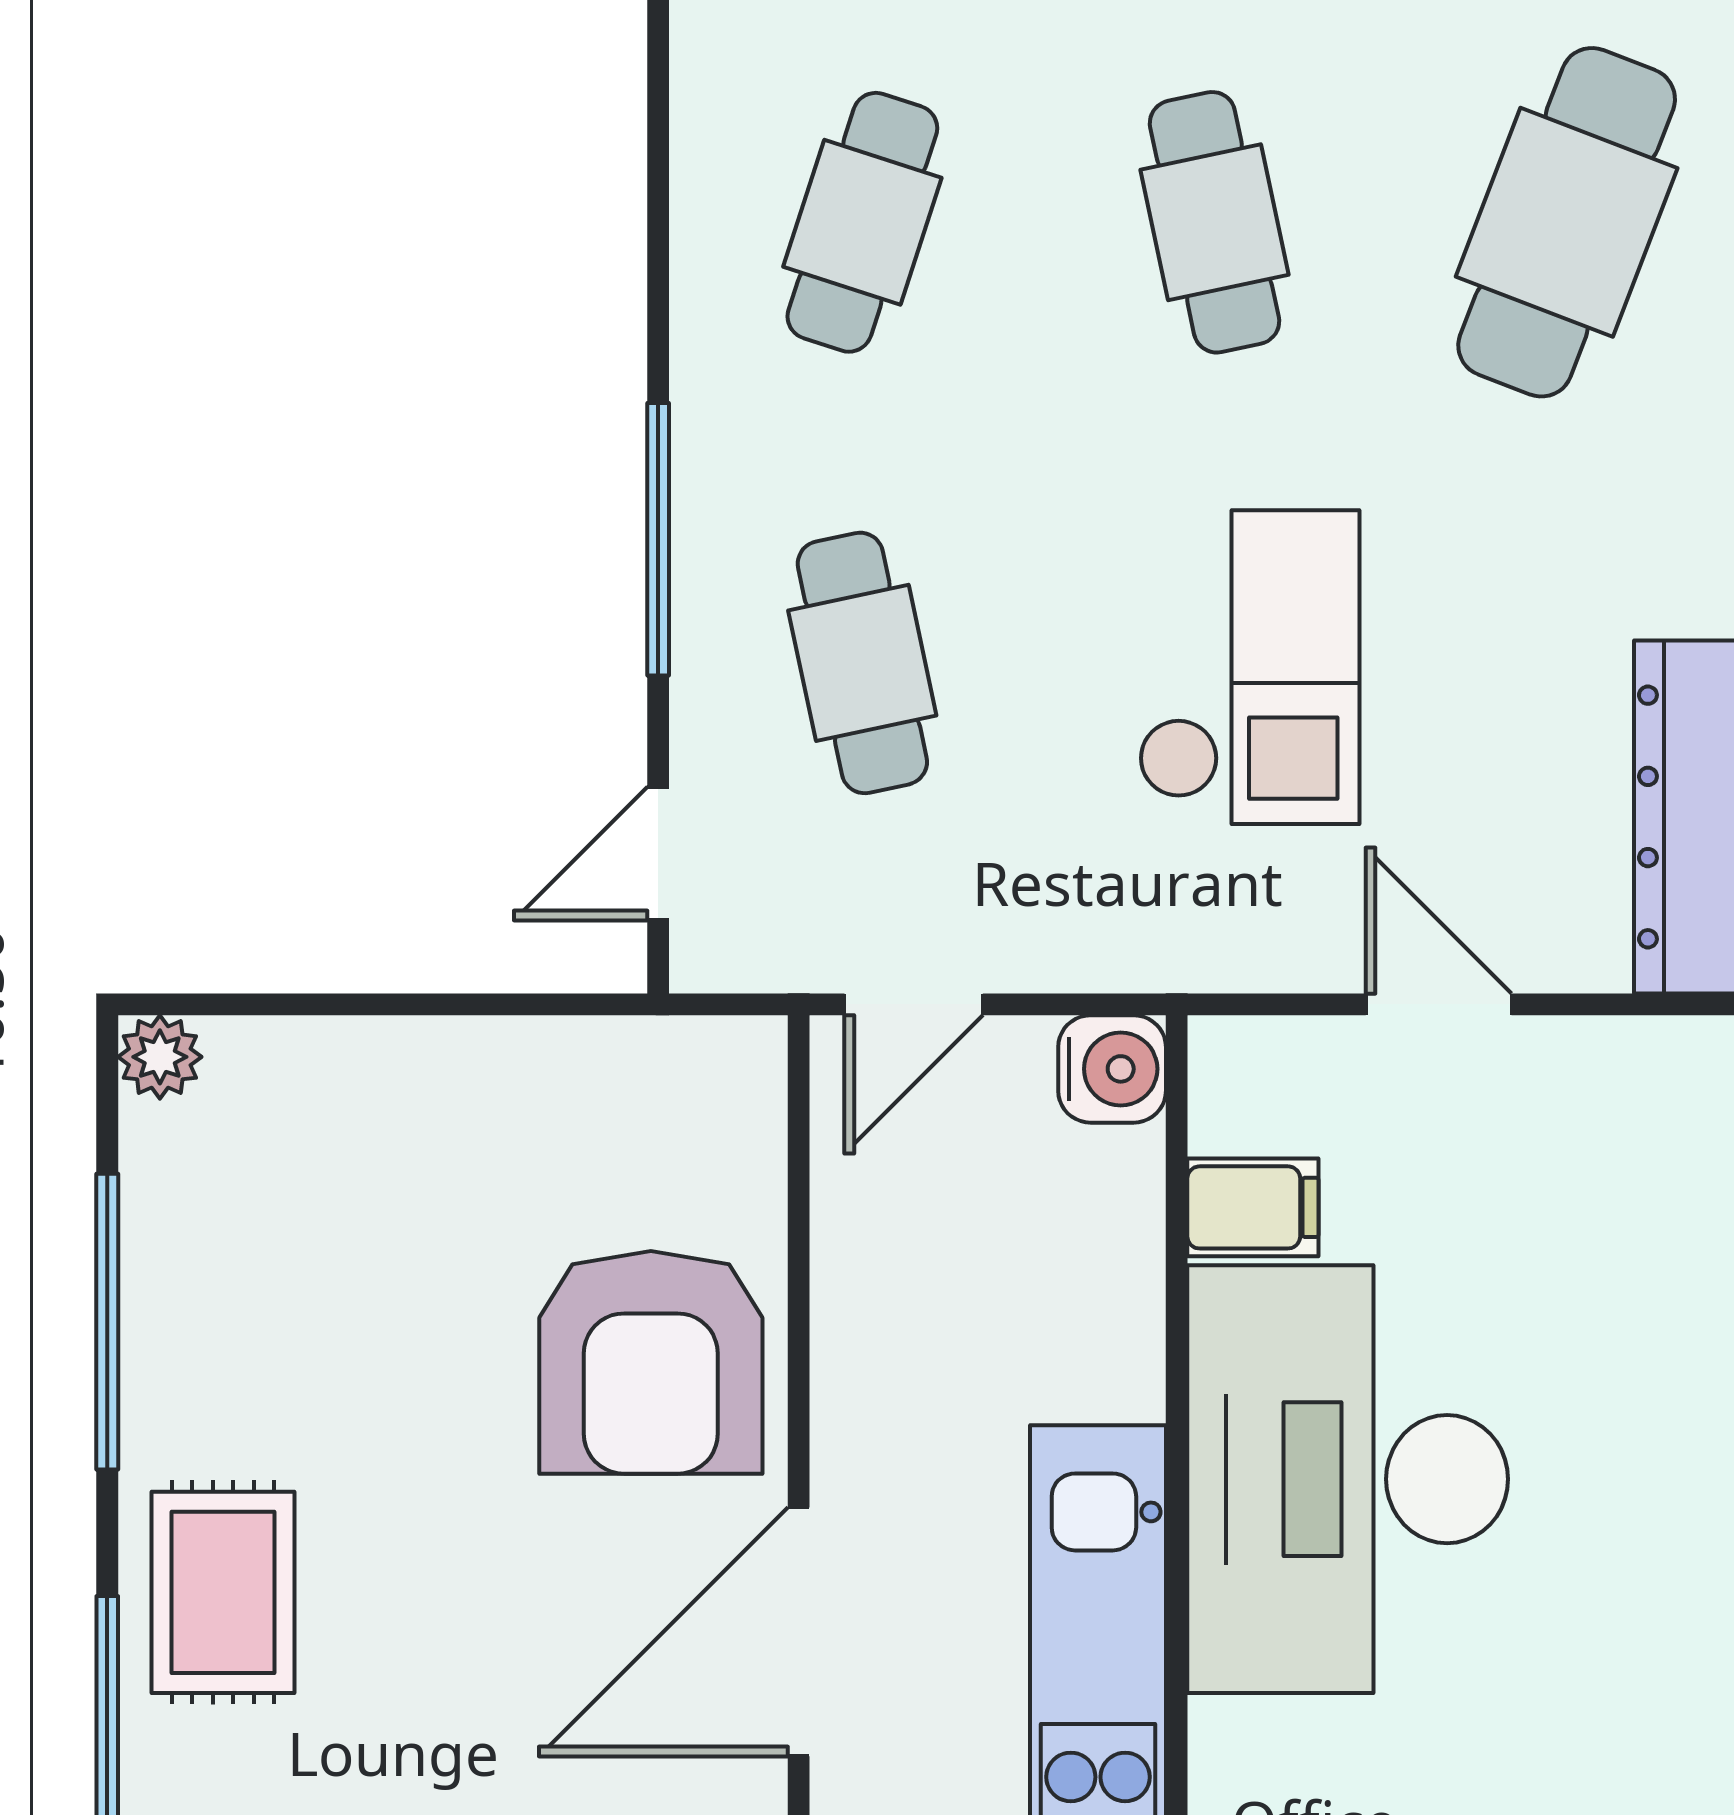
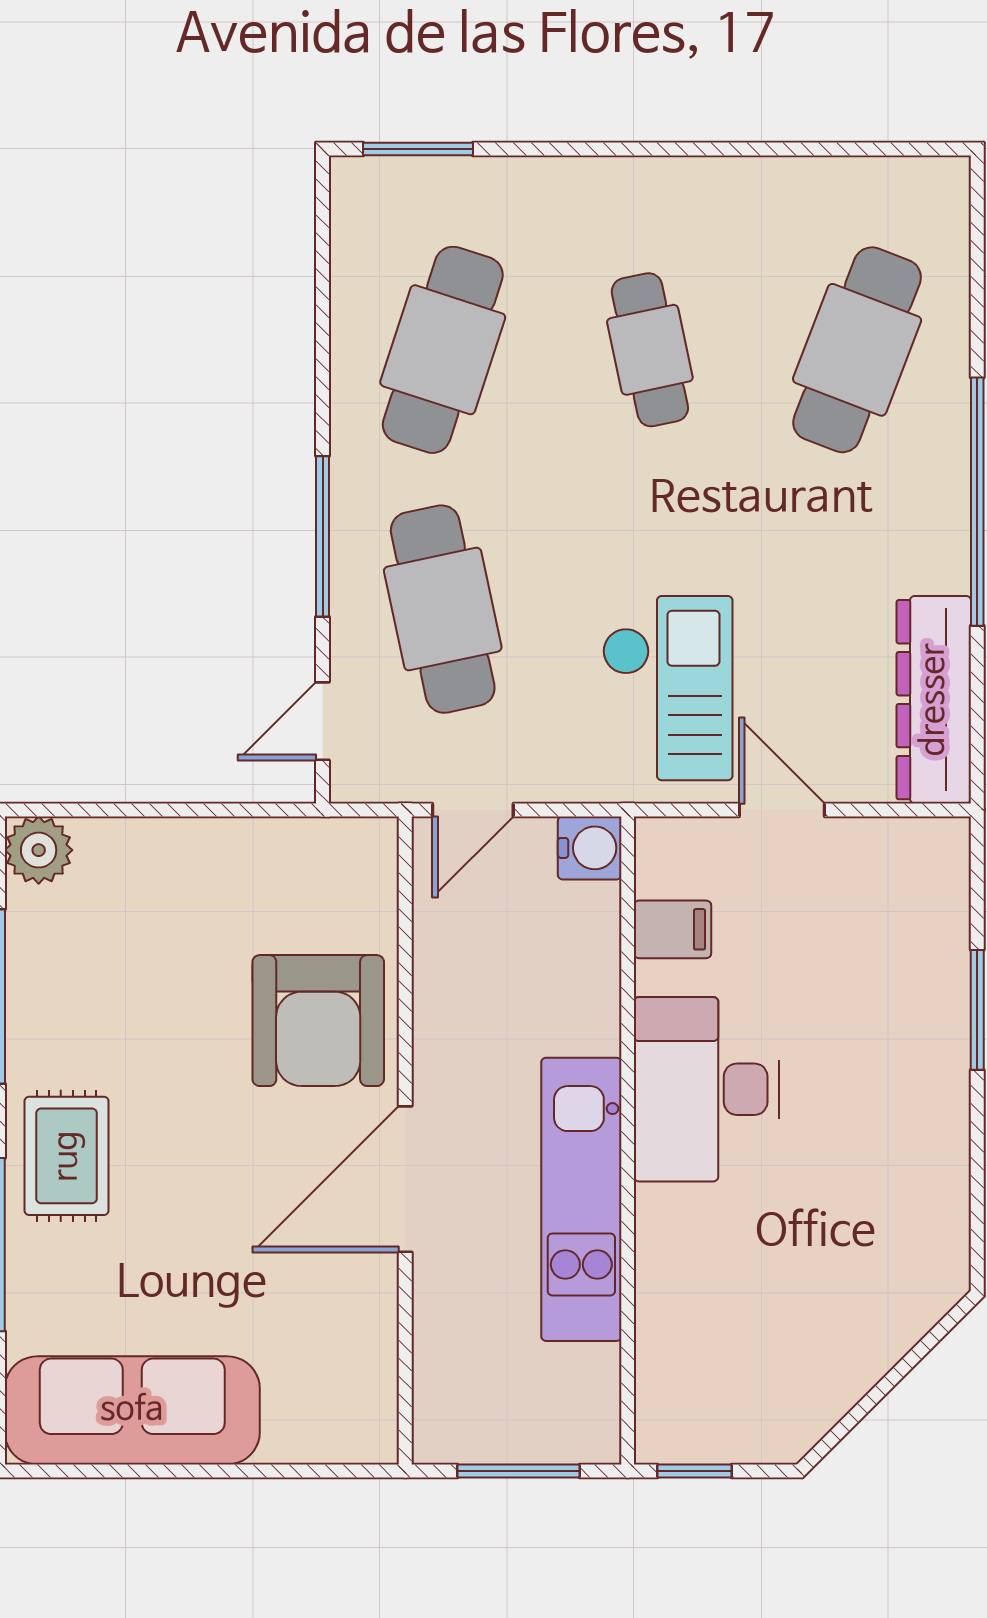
cafe table: (862, 222) -> (443, 350), width x1.37, depth x1.35
cafe table: (862, 663) -> (443, 609), width x1.37, depth x1.35
checkout: (1249, 667) -> (668, 688), moved
plant: (160, 1057) -> (39, 850), width x1.38, depth x1.38
desk: (1348, 1479) -> (707, 1089), width x0.73, depth x0.77

